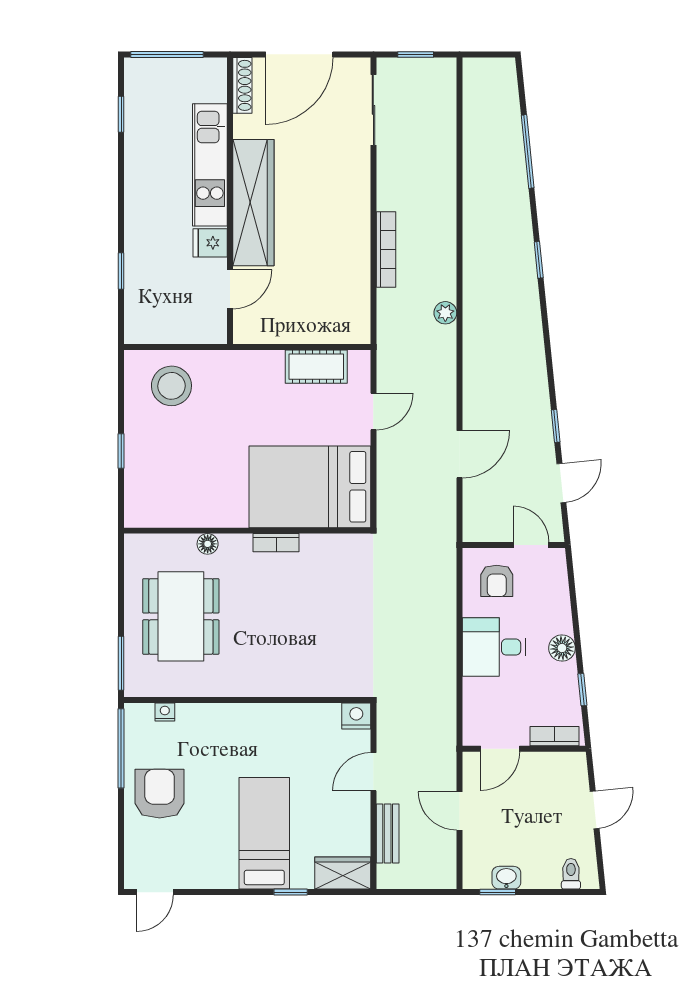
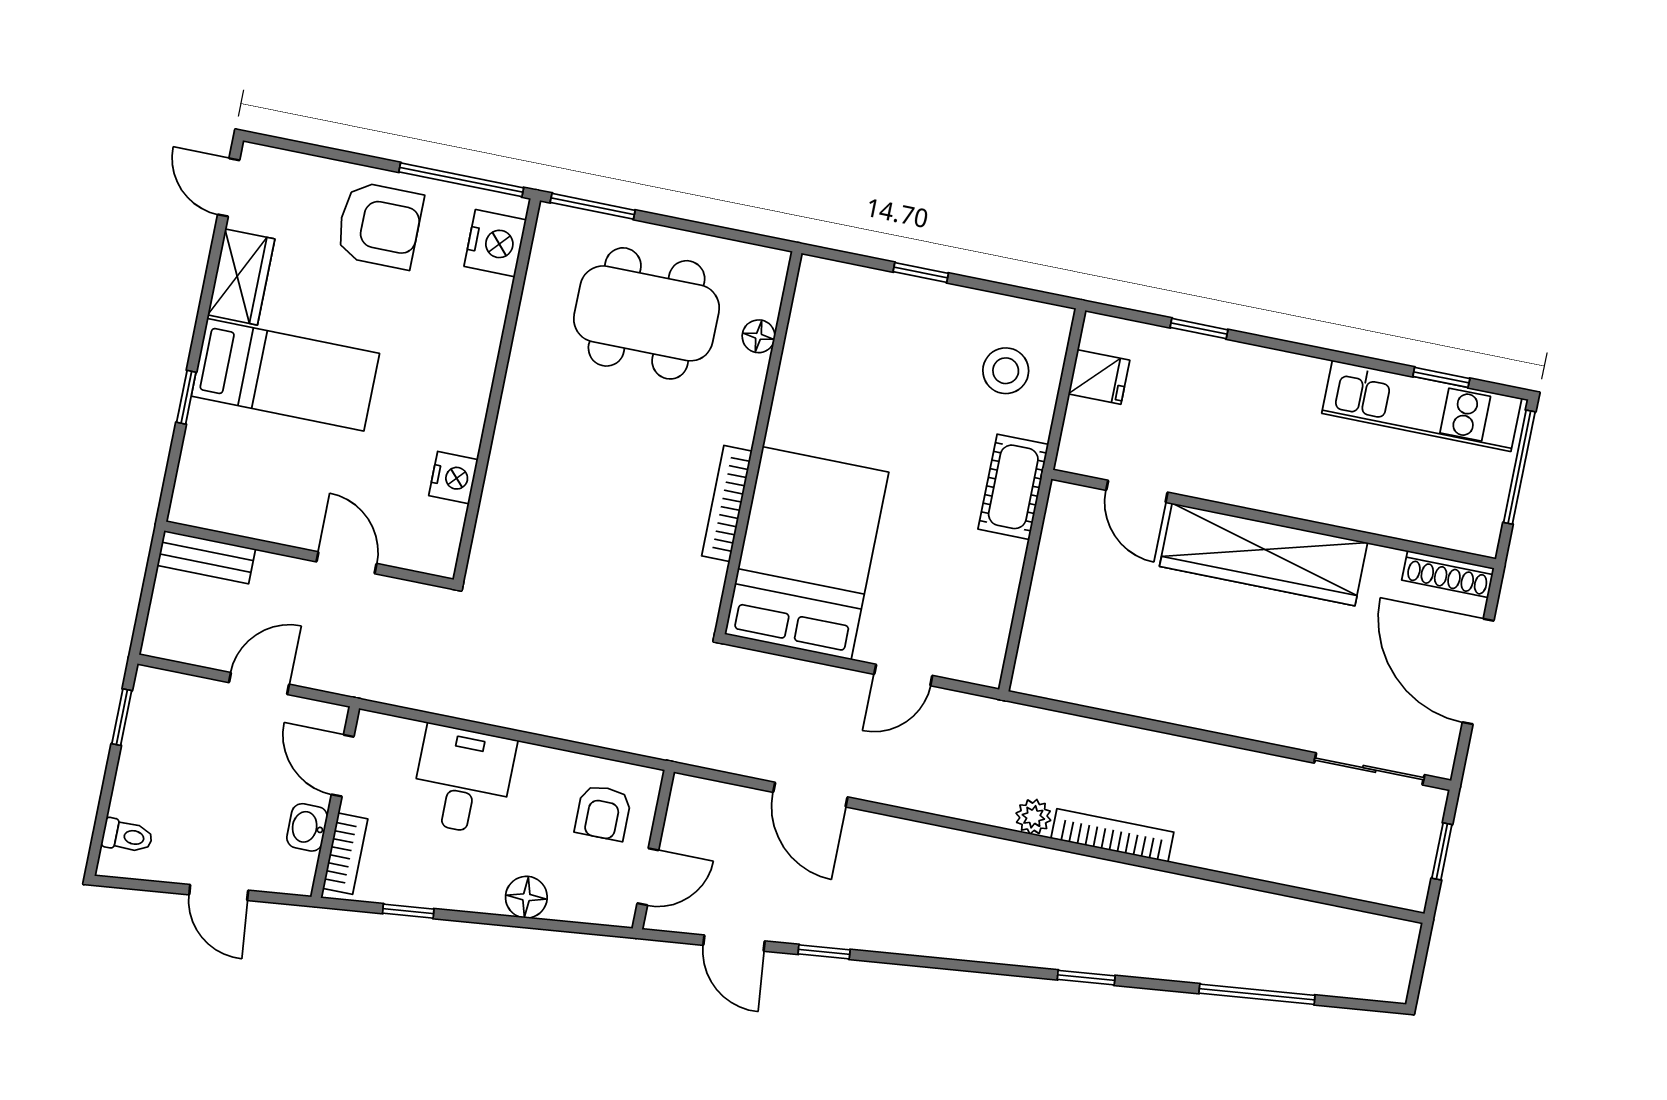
kitchen unit: (210, 165) -> (1422, 406), moved, turned 180
fridge: (210, 243) -> (1099, 377), moved, turned 90
bookcase: (386, 249) -> (1112, 835), moved, turned 180
cot: (316, 367) -> (1013, 487), moved
stool: (171, 386) -> (1006, 371), width x0.73, depth x0.73
door: (373, 411) -> (903, 675), hinge flipped
bookcase: (276, 543) -> (727, 503), width x1.56
floor lamp: (208, 544) -> (759, 336), moved
armchair: (497, 581) -> (603, 813), turned -90
desk: (494, 647) -> (463, 780), moved
floor lamp: (562, 648) -> (526, 897), moved
nightstand: (165, 712) -> (495, 243), width x1.89, depth x1.79
nightstand: (356, 716) -> (453, 478), moved
bench: (388, 834) -> (206, 557), moved
wardrobe: (343, 873) -> (241, 277), moved
washbasin: (506, 878) -> (307, 827), moved, turned 180

